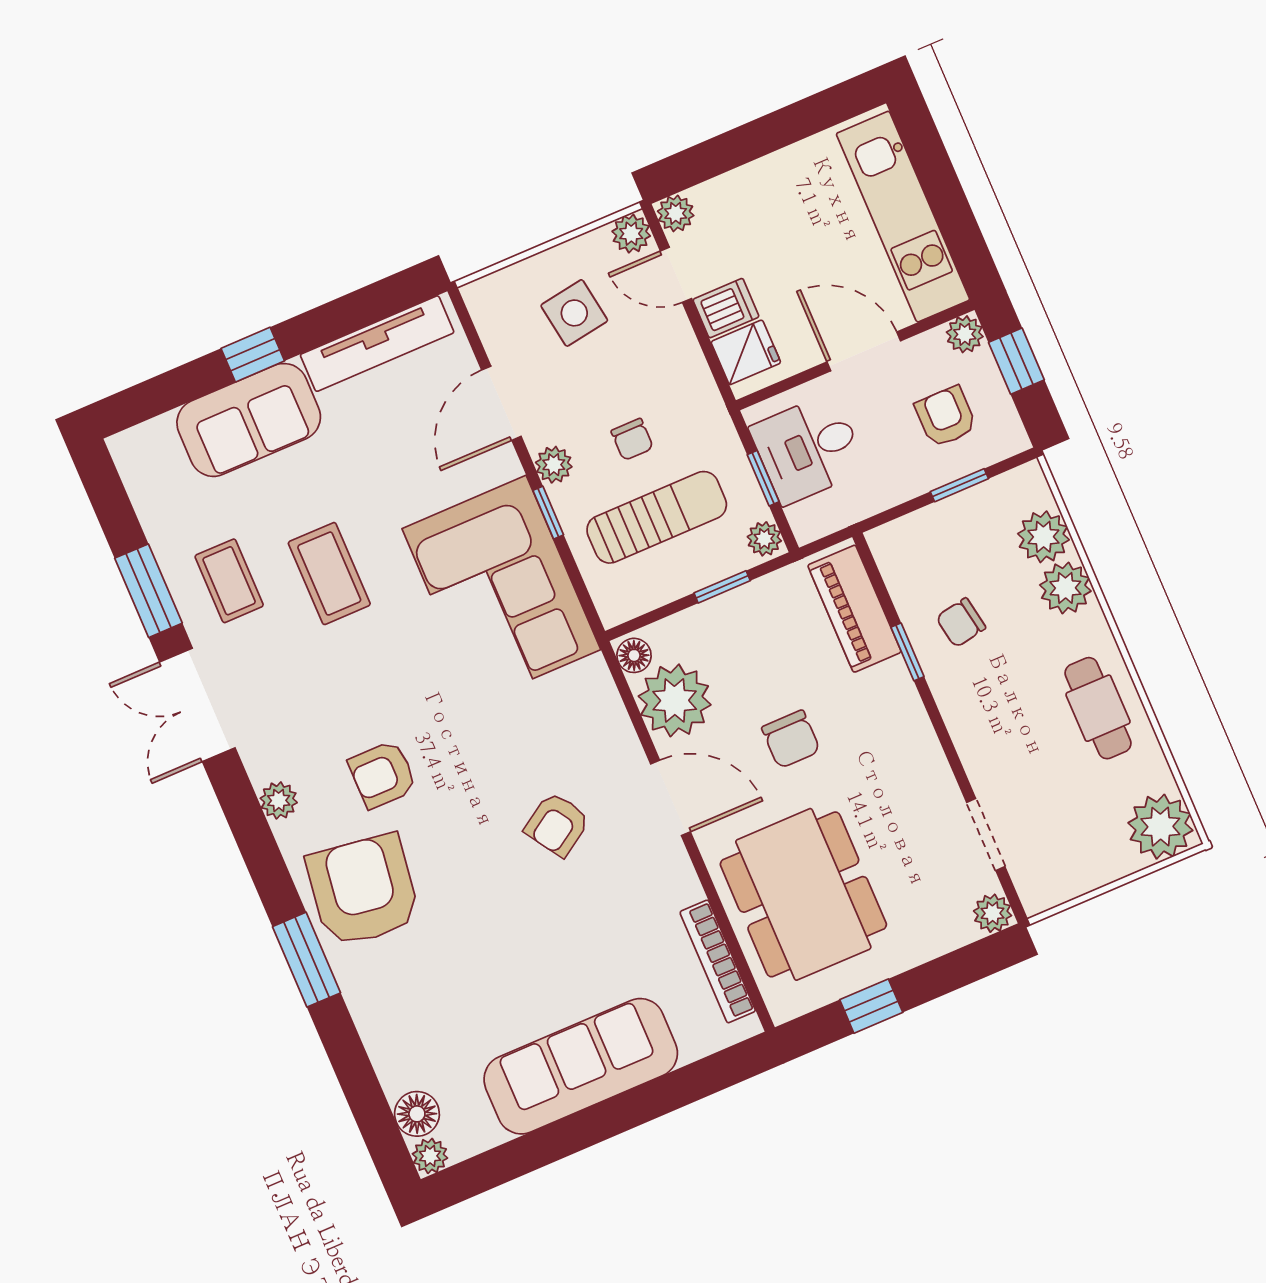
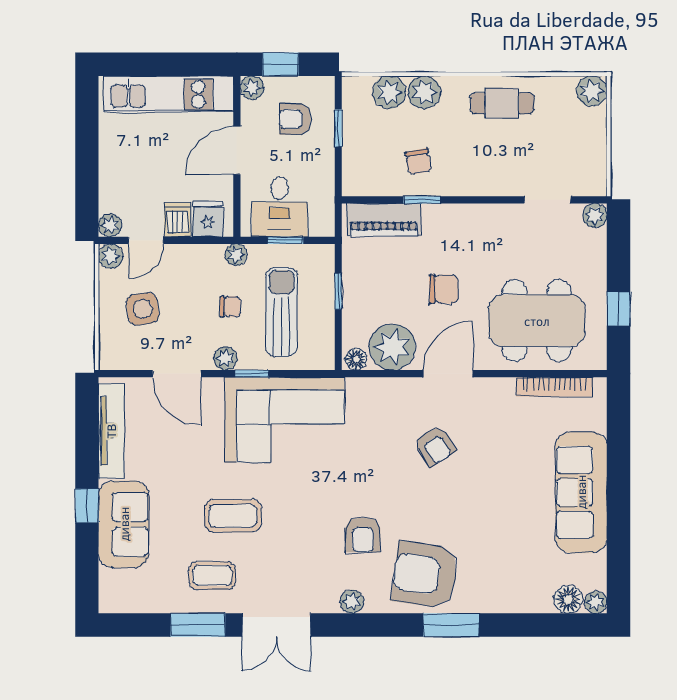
plant: (764, 539) -> (236, 255), moved
plant: (1160, 827) -> (592, 91), width x0.73, depth x0.73

